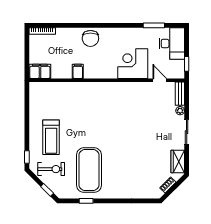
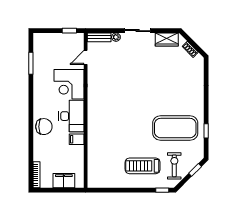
desk: (172, 44) -> (71, 116), moved, turned 90
filing cabinet: (40, 71) -> (64, 181), moved, turned 90
treadmill: (51, 137) -> (143, 166), turned 180

